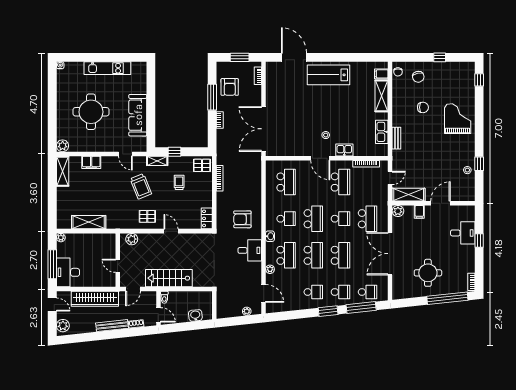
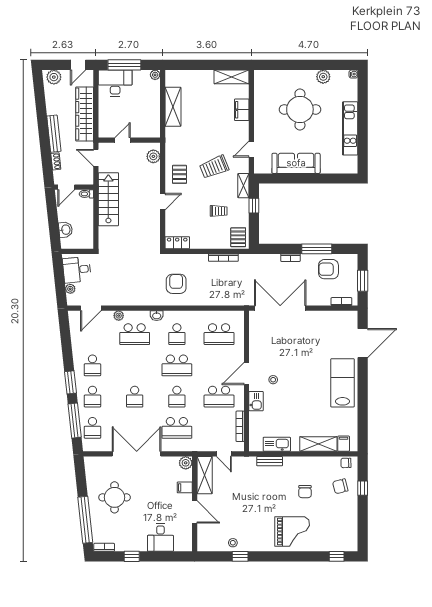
window: (440, 57) -> (363, 488), moved
plant: (63, 146) -> (323, 77), moved
window: (479, 241) -> (132, 556), moved
desk: (250, 250) -> (77, 270), moved, turned 84
school desk: (313, 255) -> (135, 365), removed
school desk: (340, 255) -> (135, 397), width x0.54

